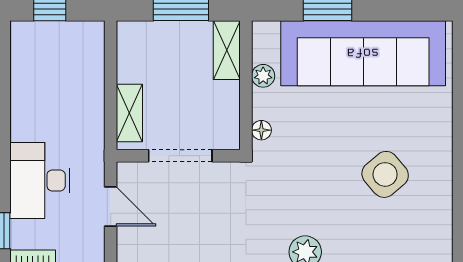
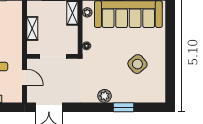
plant: (263, 76) -> (87, 12), moved
shelving: (129, 113) -> (32, 28), moved

